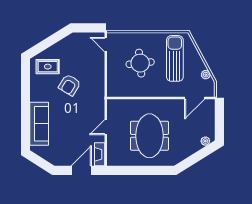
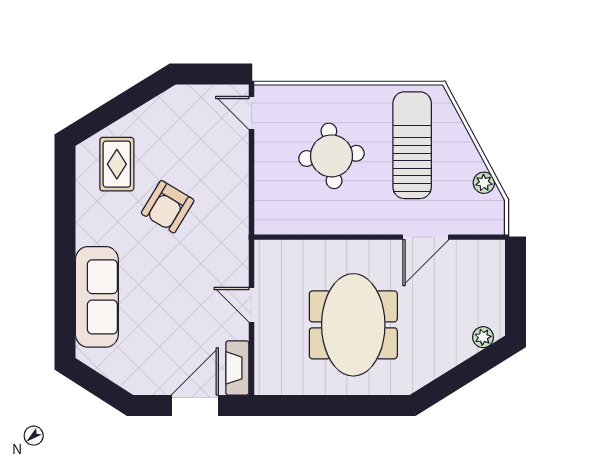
rug: (48, 67) -> (117, 164), turned 90
door: (195, 98) -> (426, 237), moved
door: (106, 127) -> (251, 305), hinge flipped

